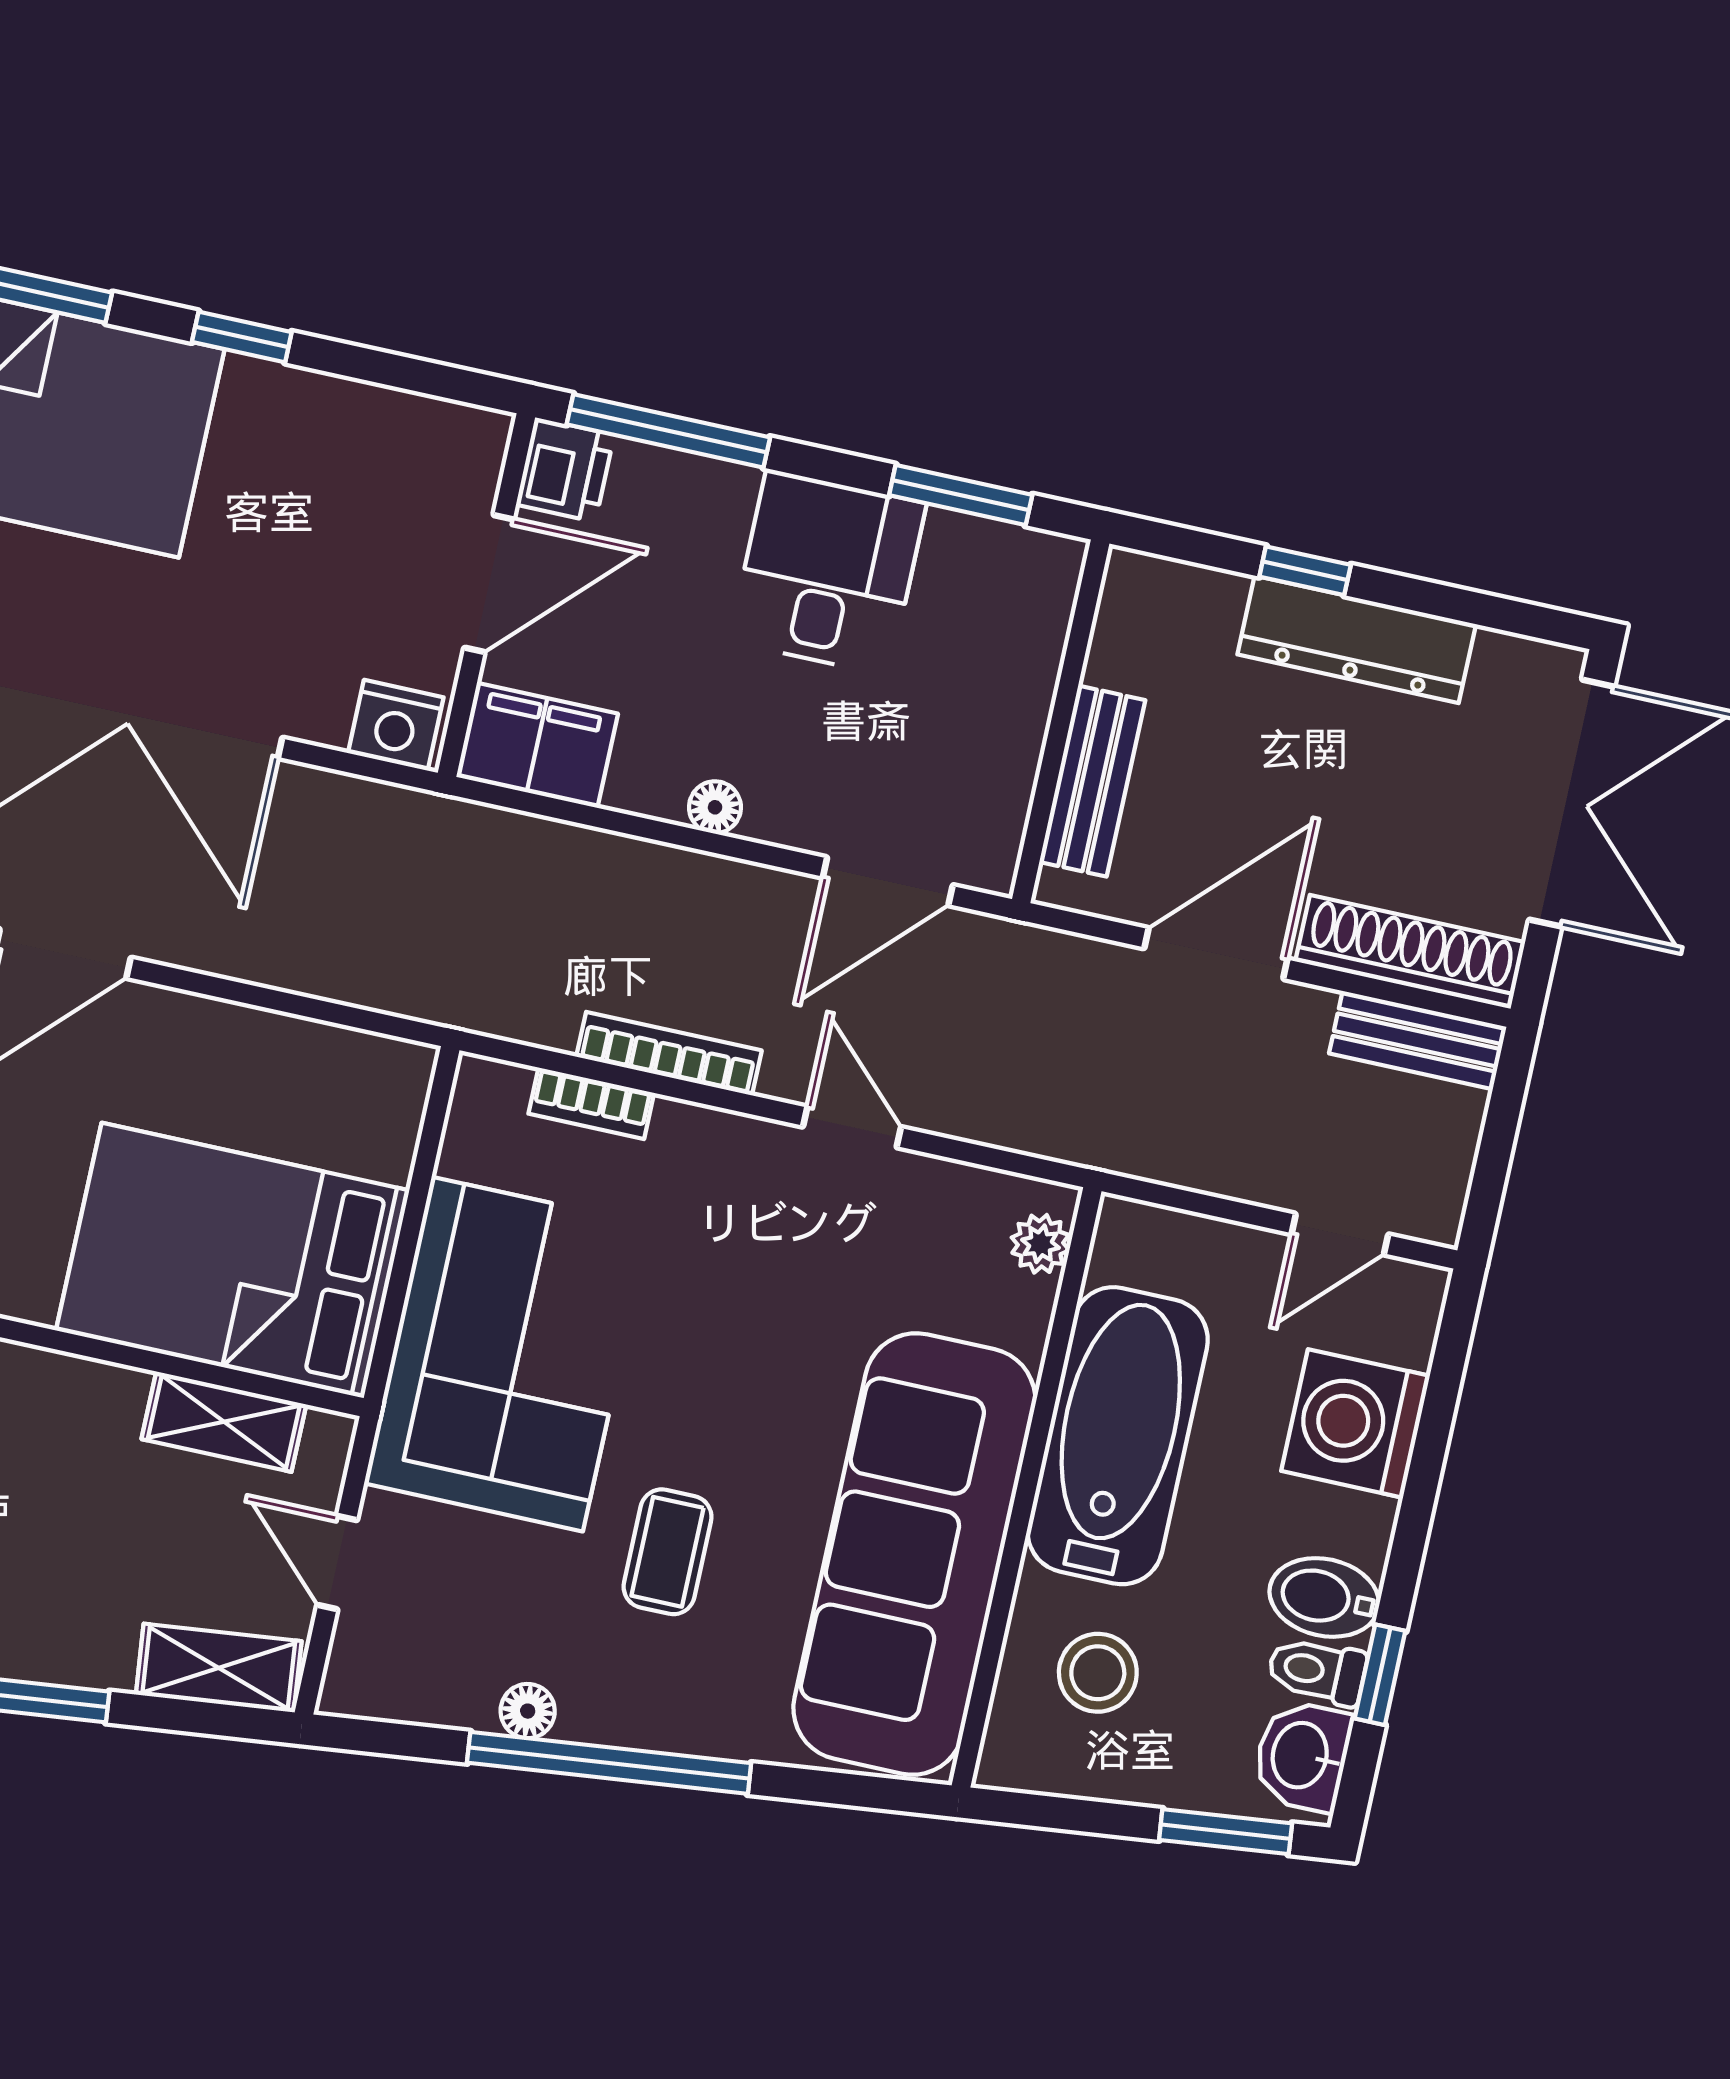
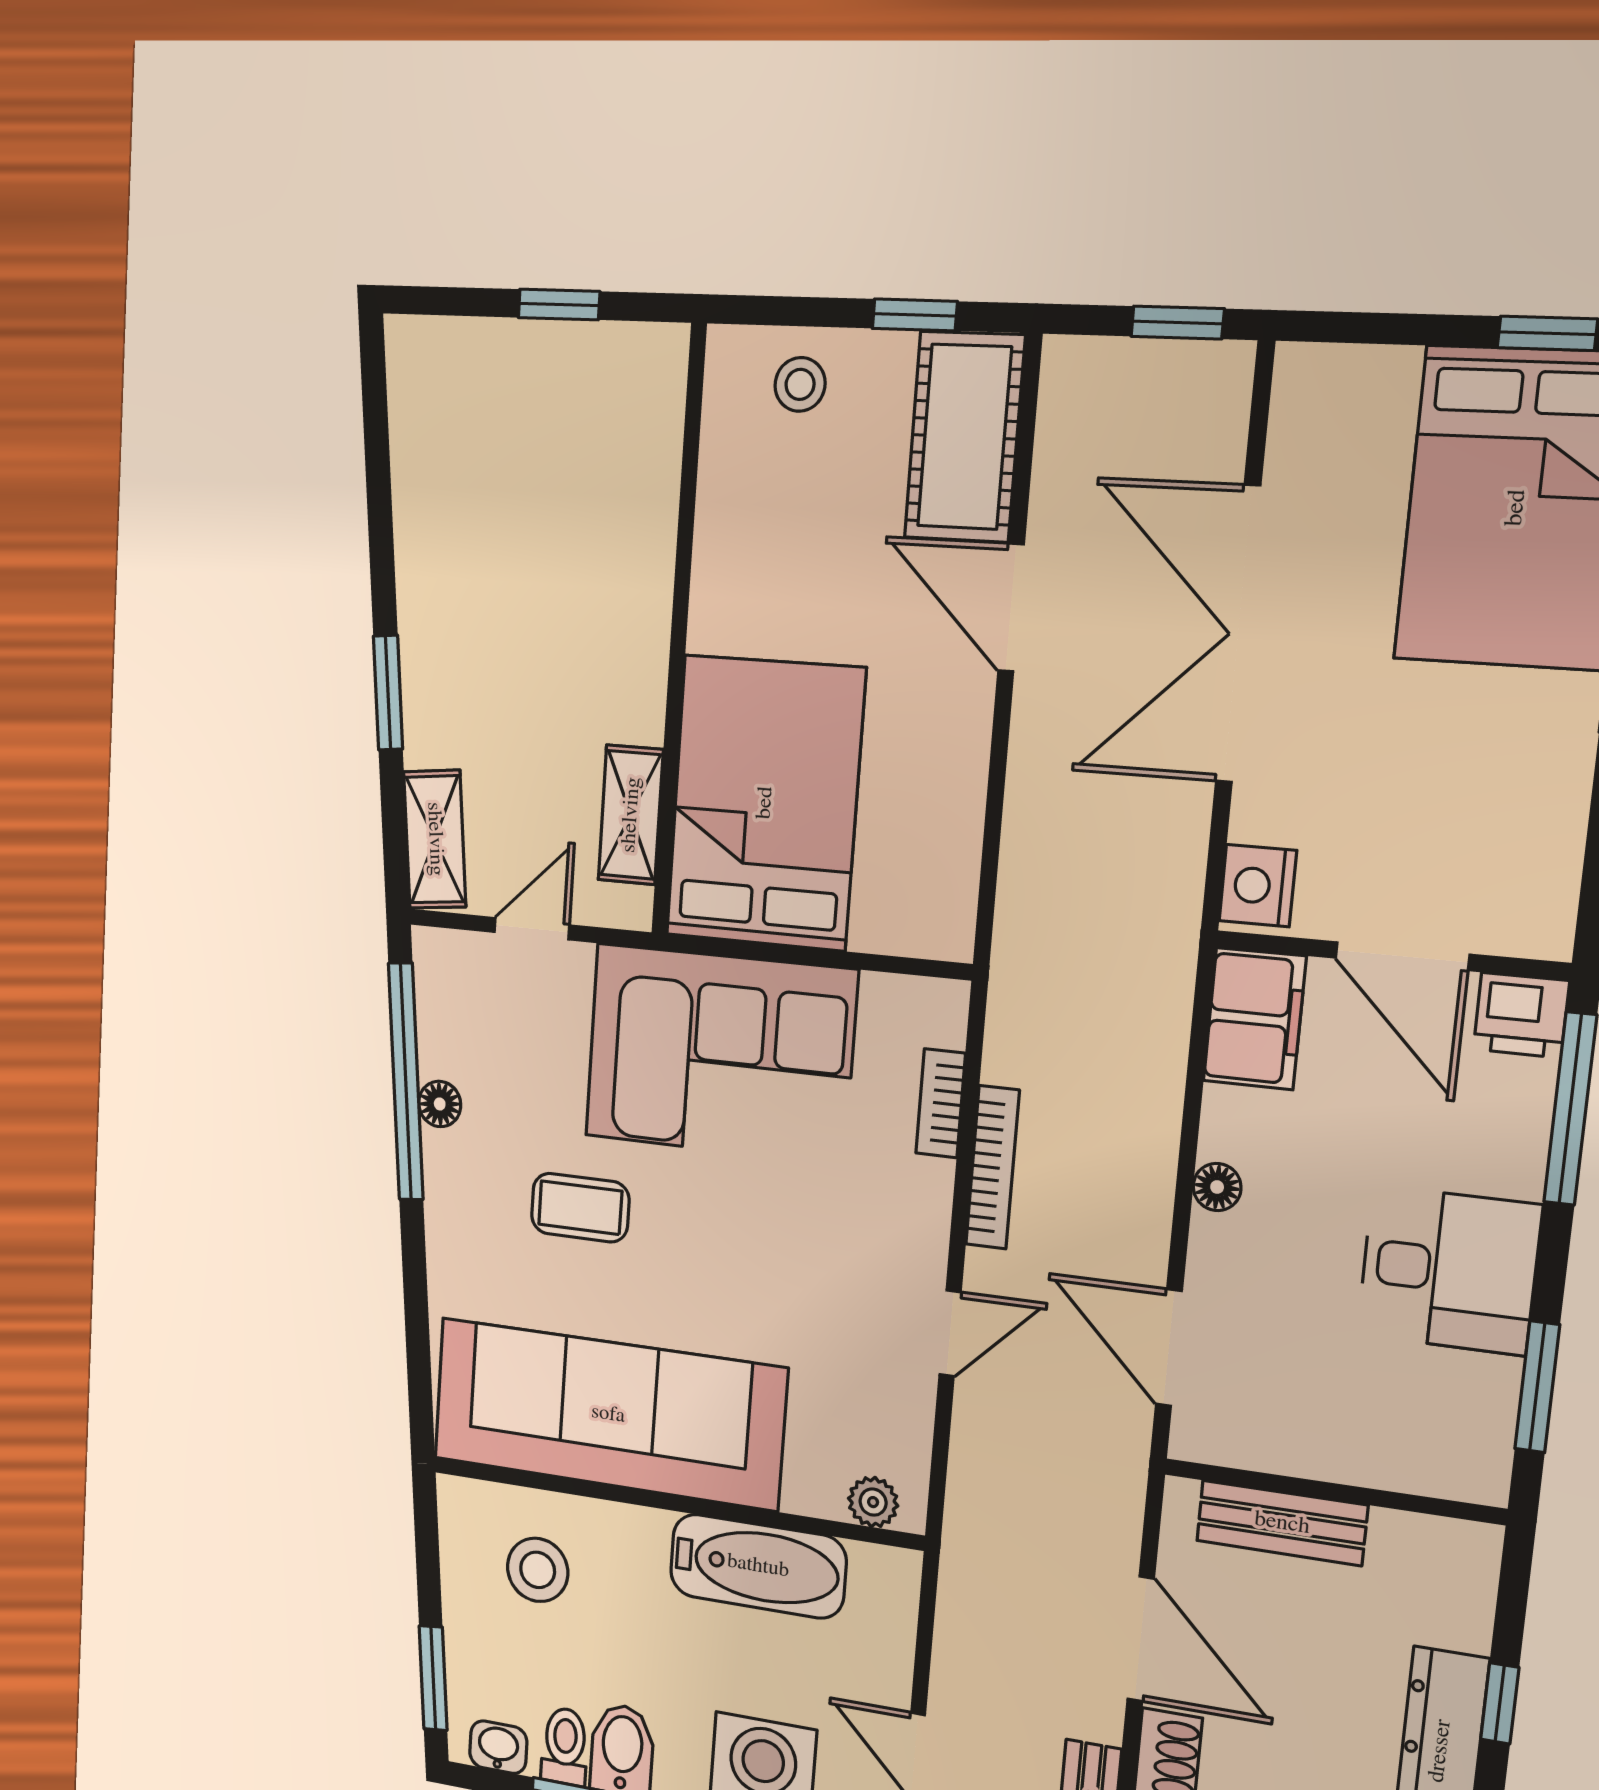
bathtub: (1118, 1436) -> (758, 1566), width x0.73, depth x0.73
washbasin: (1302, 1756) -> (498, 1747), width x0.72, depth x0.69
window: (609, 1763) -> (406, 1082), moved

